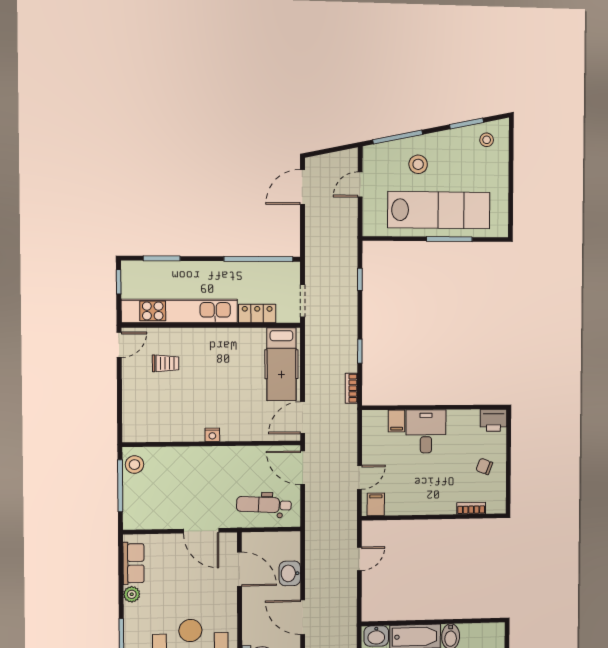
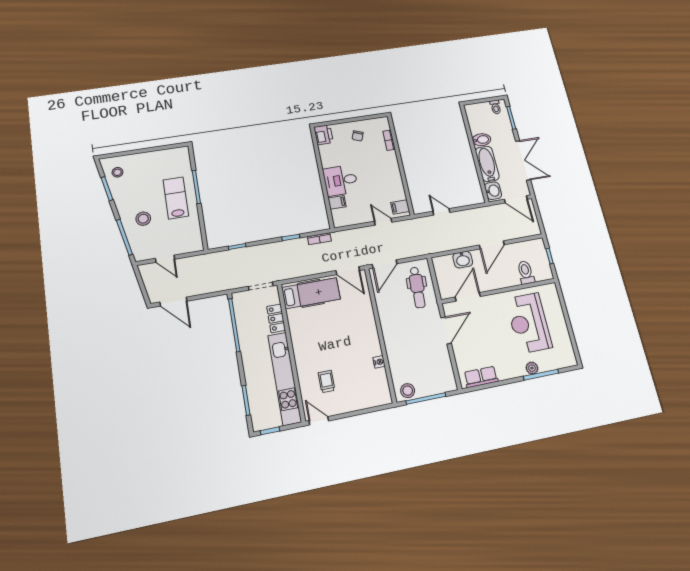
lab bench: (439, 210) -> (176, 198), width x0.54, depth x0.72
nightstand: (212, 435) -> (379, 362), moved
plant: (132, 594) -> (532, 368), moved

